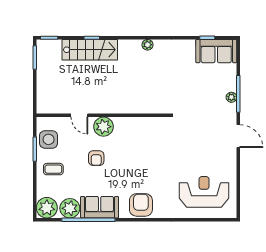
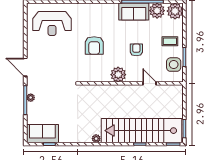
stairs: (90, 50) -> (141, 131), width x1.86, depth x1.51
plant: (103, 127) -> (118, 75), moved
armchair: (141, 205) -> (94, 45), moved

